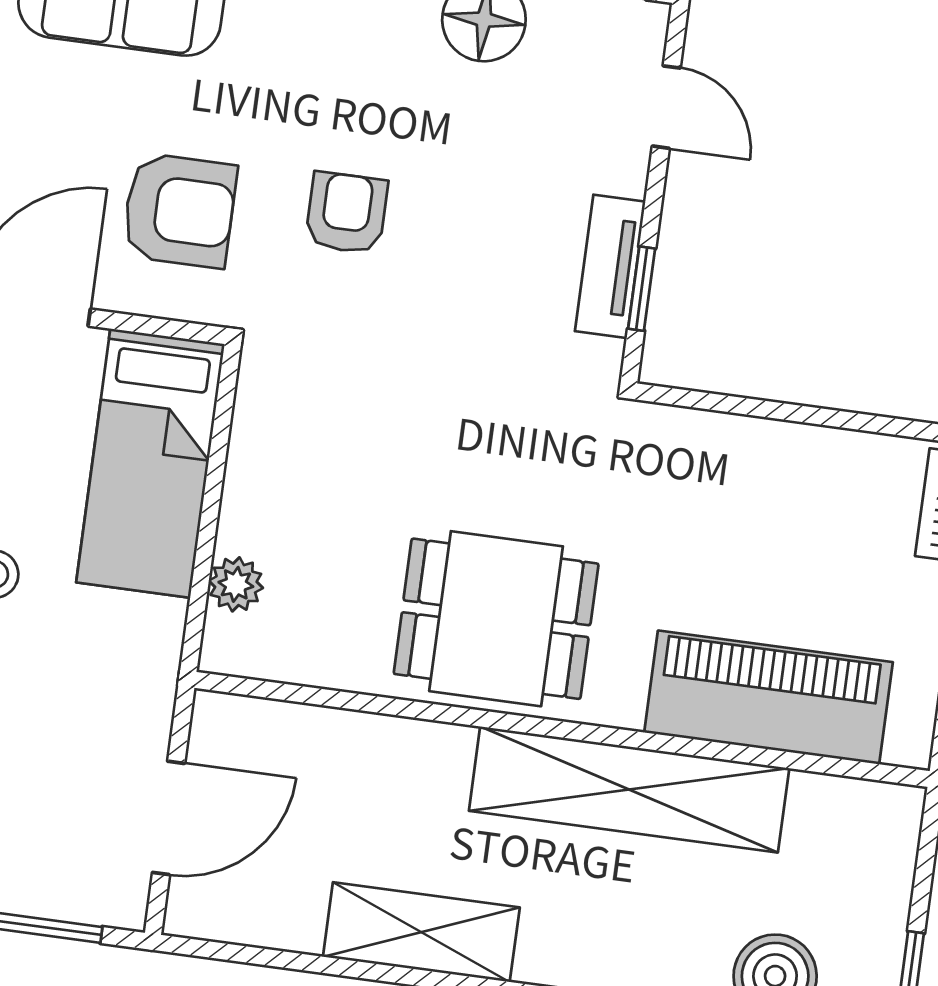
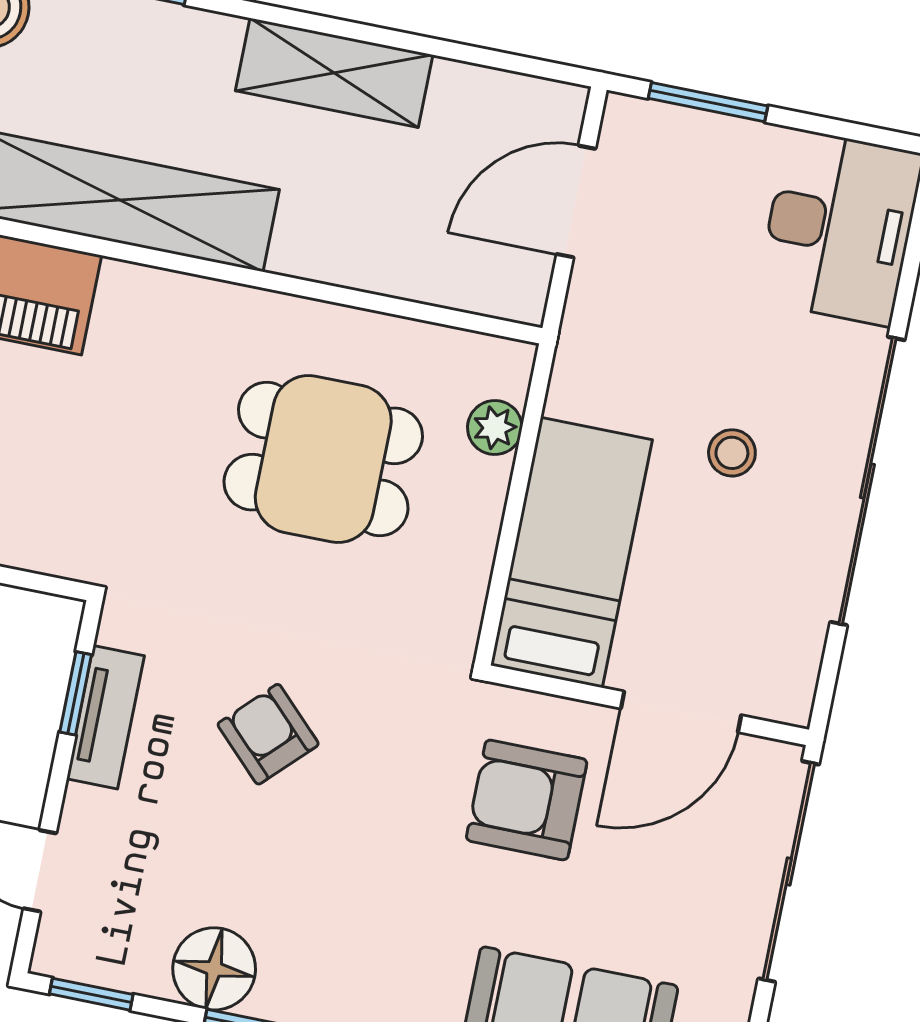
armchair: (346, 213) -> (268, 734), moved, turned 135
dining table: (496, 619) -> (323, 459), moved

